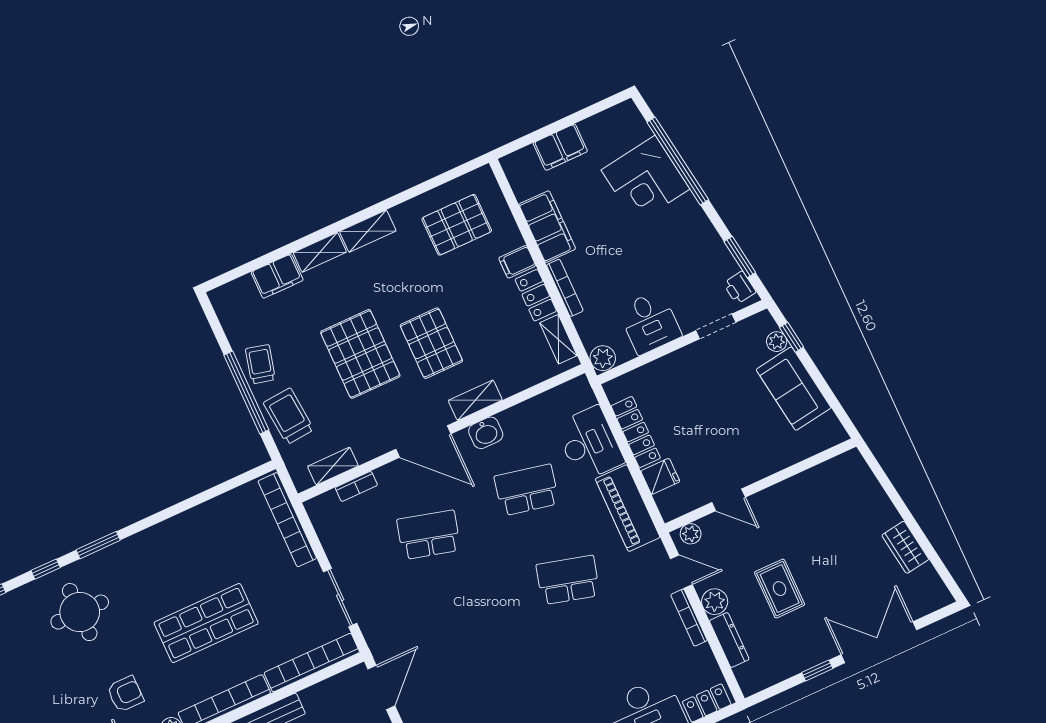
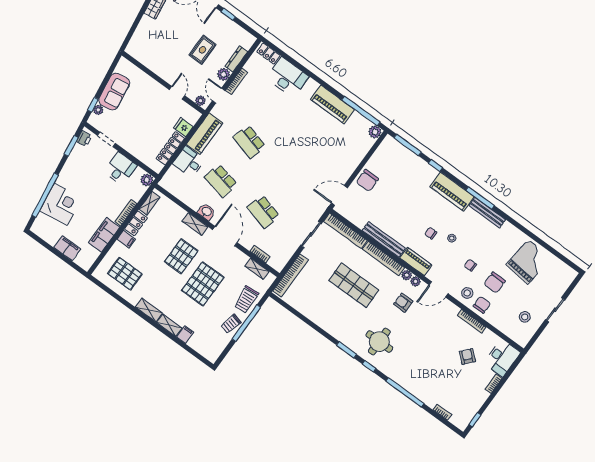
filing cabinet: (277, 276) -> (185, 335), width x0.50
desk: (589, 444) -> (189, 162), width x0.73

